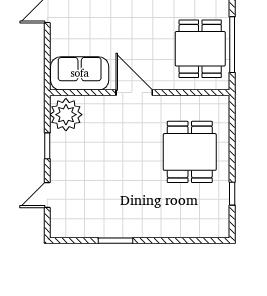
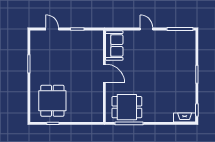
door: (134, 93) -> (104, 73), hinge flipped
plant: (66, 115) -> (93, 39), removed
dining table: (190, 152) -> (52, 101), moved, turned 90

